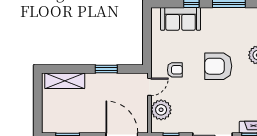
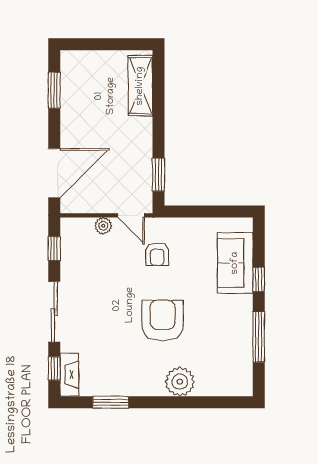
window: (106, 69) -> (158, 175), moved
plant: (161, 110) -> (103, 226), width x0.53, depth x0.53

